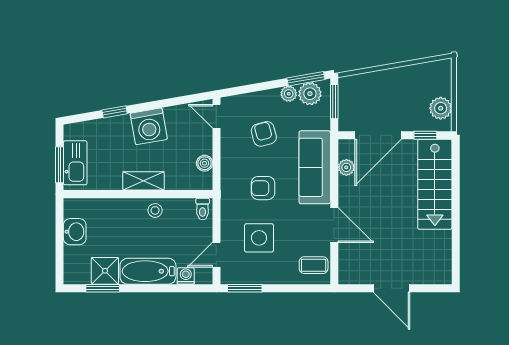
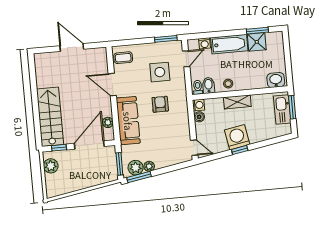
window: (115, 112) -> (240, 150), moved
armchair: (264, 134) -> (163, 139), removed
washing machine: (204, 182) -> (198, 105), added
armchair: (263, 188) -> (160, 104), turned -90
bidet: (186, 210) -> (209, 85), added
washbasin: (75, 232) -> (276, 80), moved, turned 90

